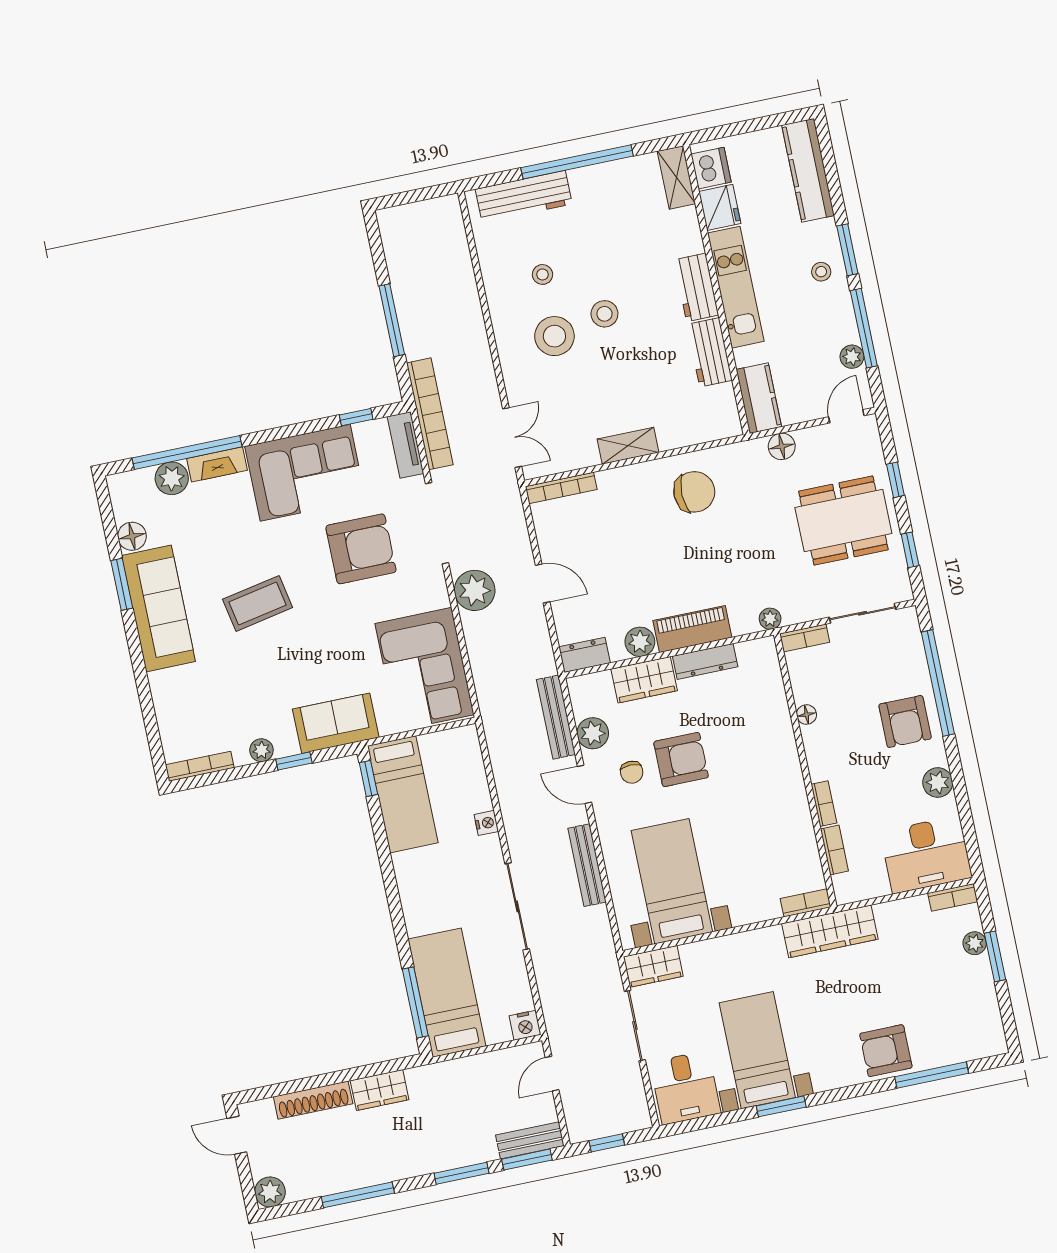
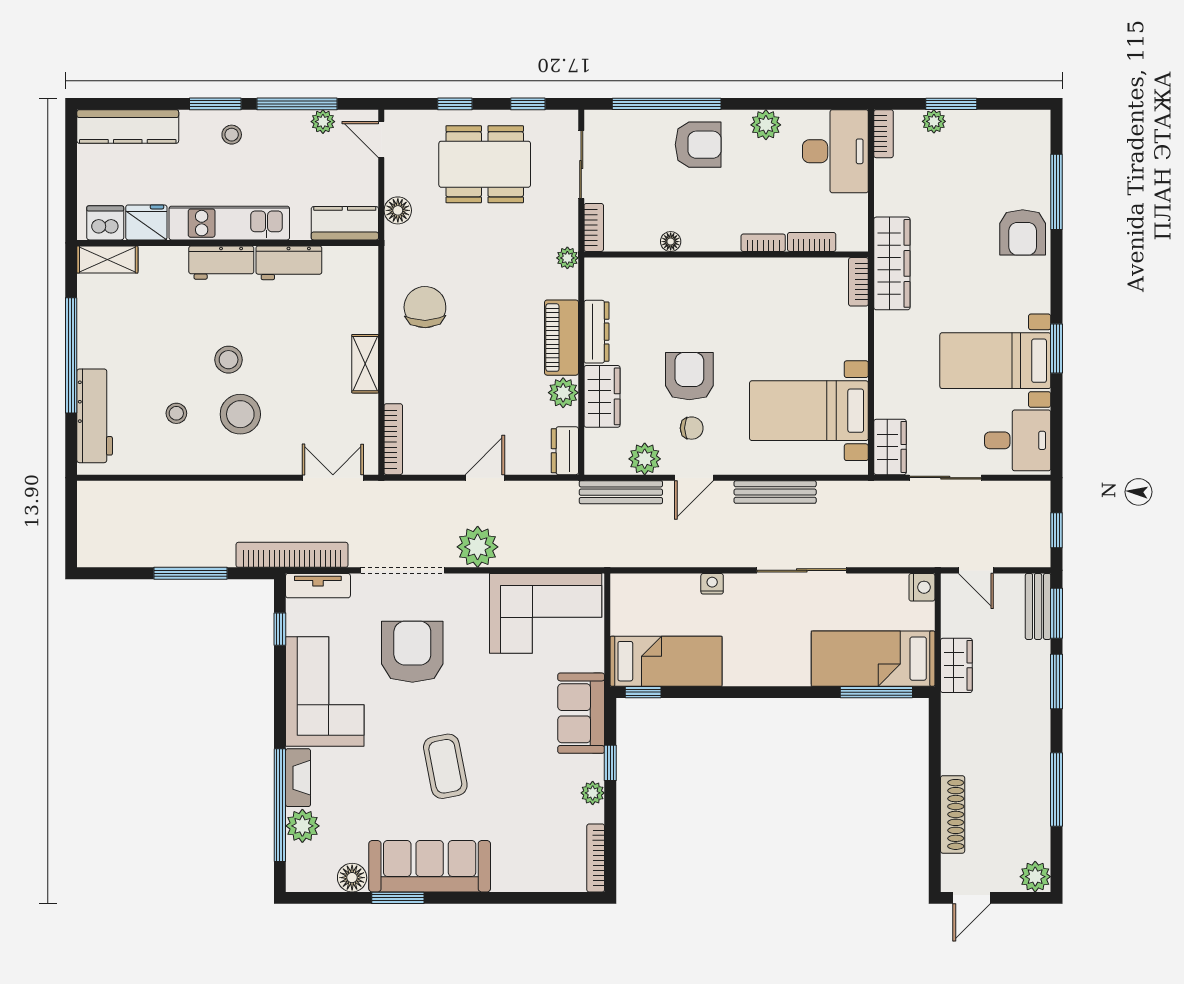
dining table: (843, 521) -> (485, 164), turned 90
wardrobe: (380, 1090) -> (956, 665), moved

